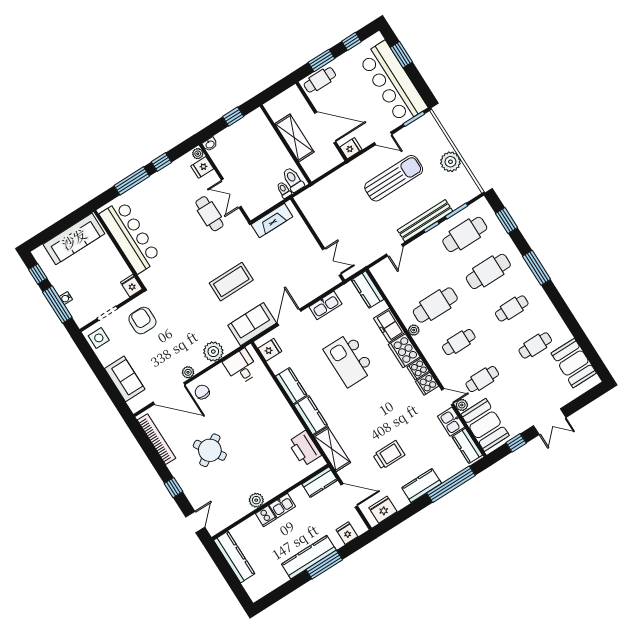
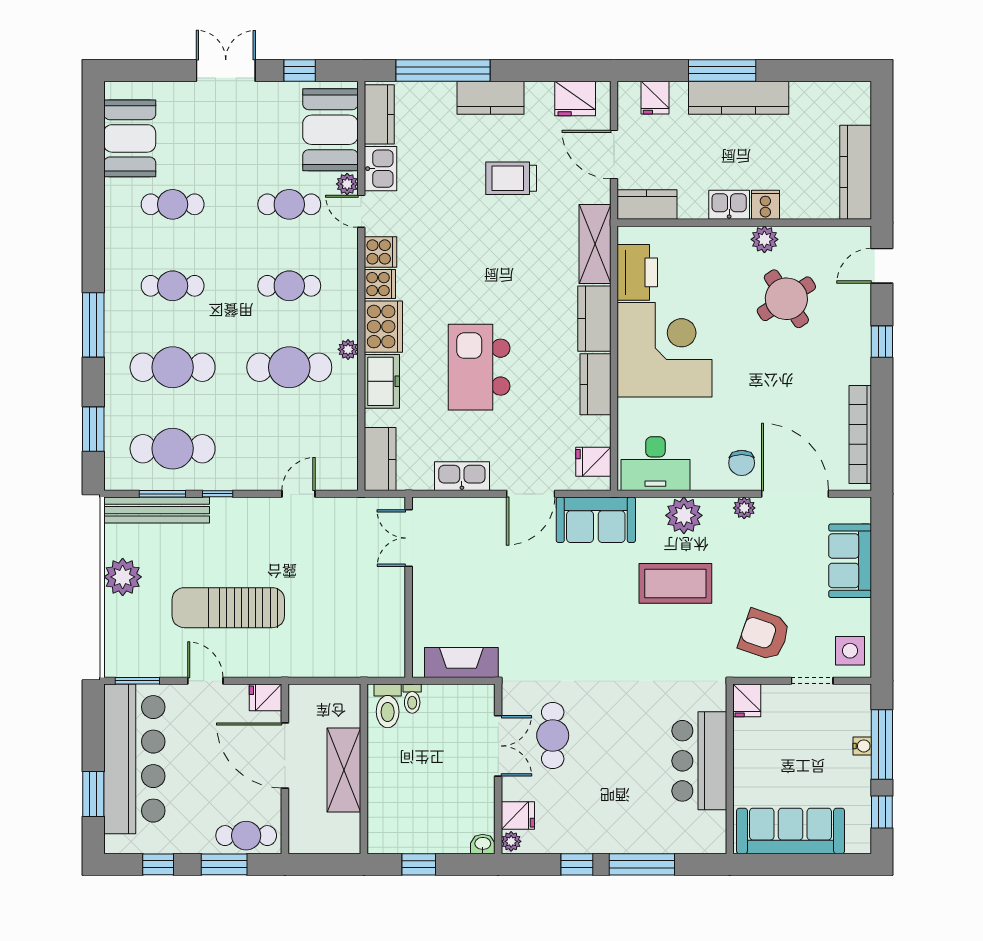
bench: (425, 221) -> (157, 510), moved
bar counter: (130, 236) -> (699, 761), width x0.73
coffee table: (231, 282) -> (675, 583), moved
armchair: (142, 321) -> (764, 635), turned 109
kitchen island: (349, 360) -> (479, 367), turned 180
desk: (241, 367) -> (655, 464), width x1.37
corner desk: (270, 421) -> (665, 350), added
round table: (210, 450) -> (786, 299), moved

